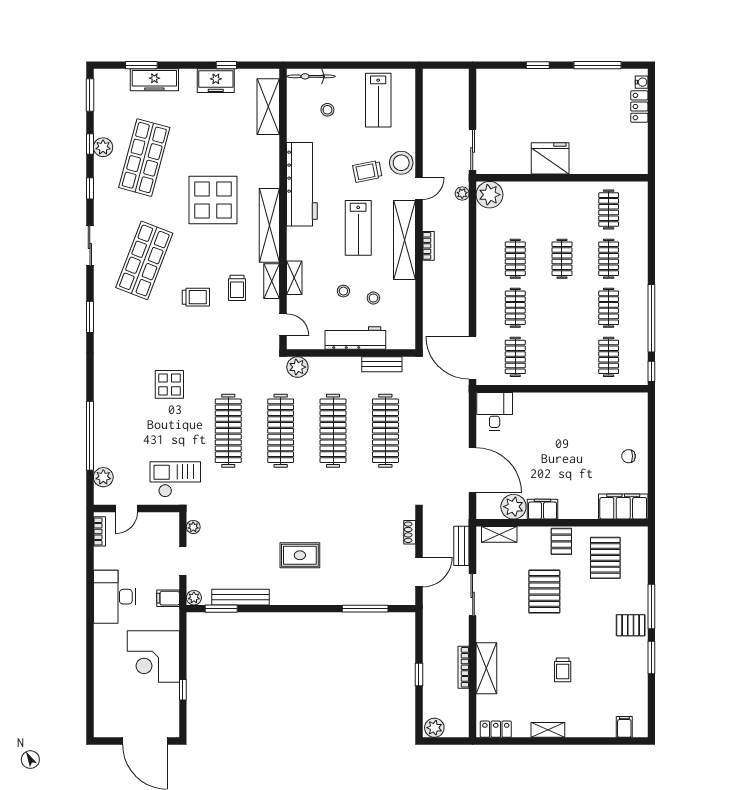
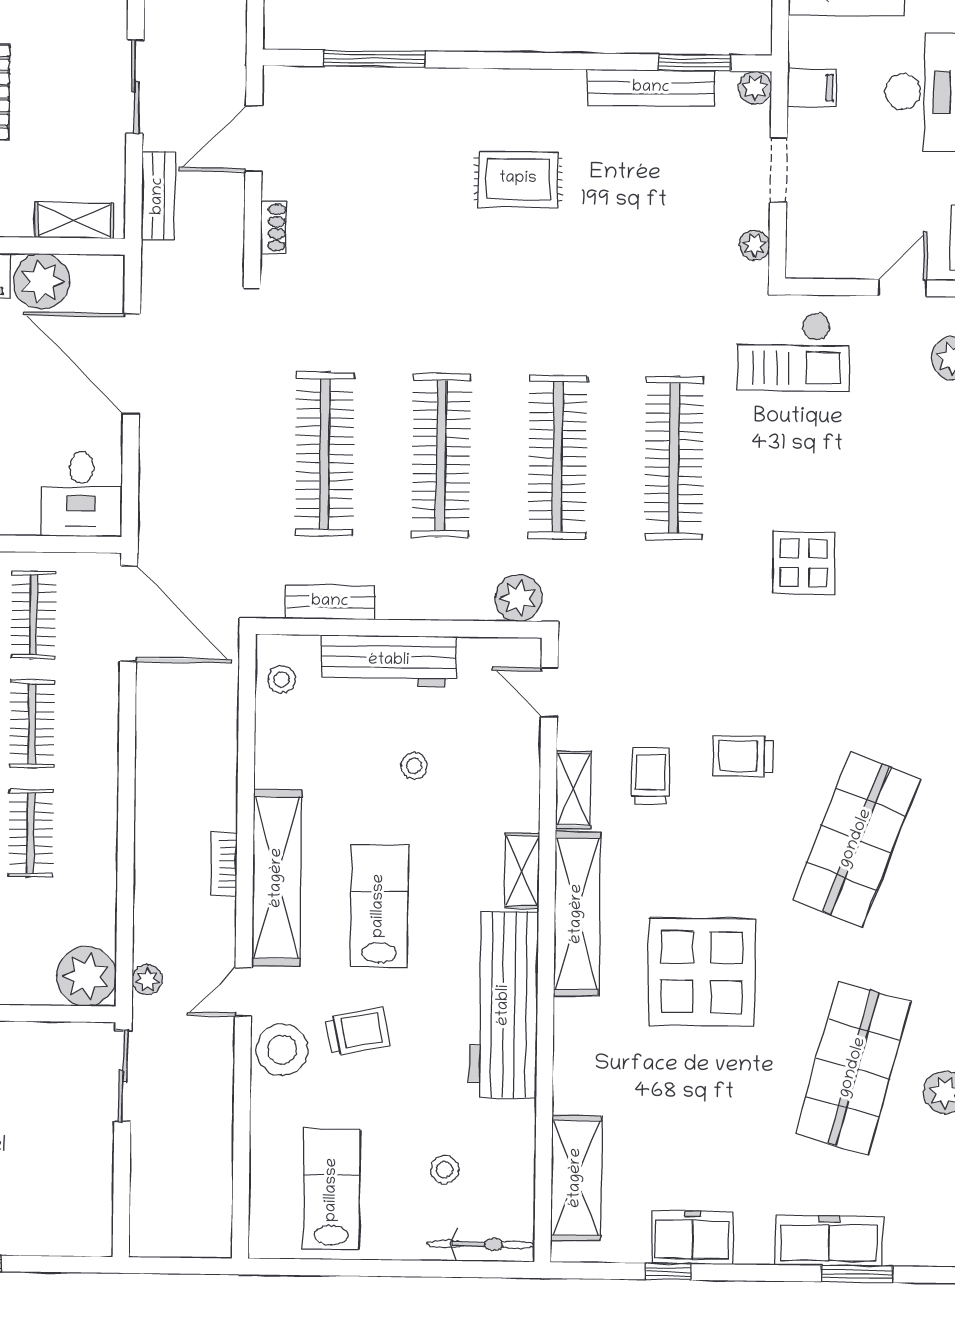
shelving: (294, 278) -> (522, 871), moved
stool: (373, 298) -> (282, 679), moved

